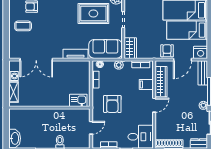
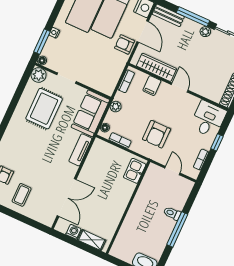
wardrobe: (130, 48) -> (102, 85), removed
armchair: (112, 104) -> (157, 134), turned 90

